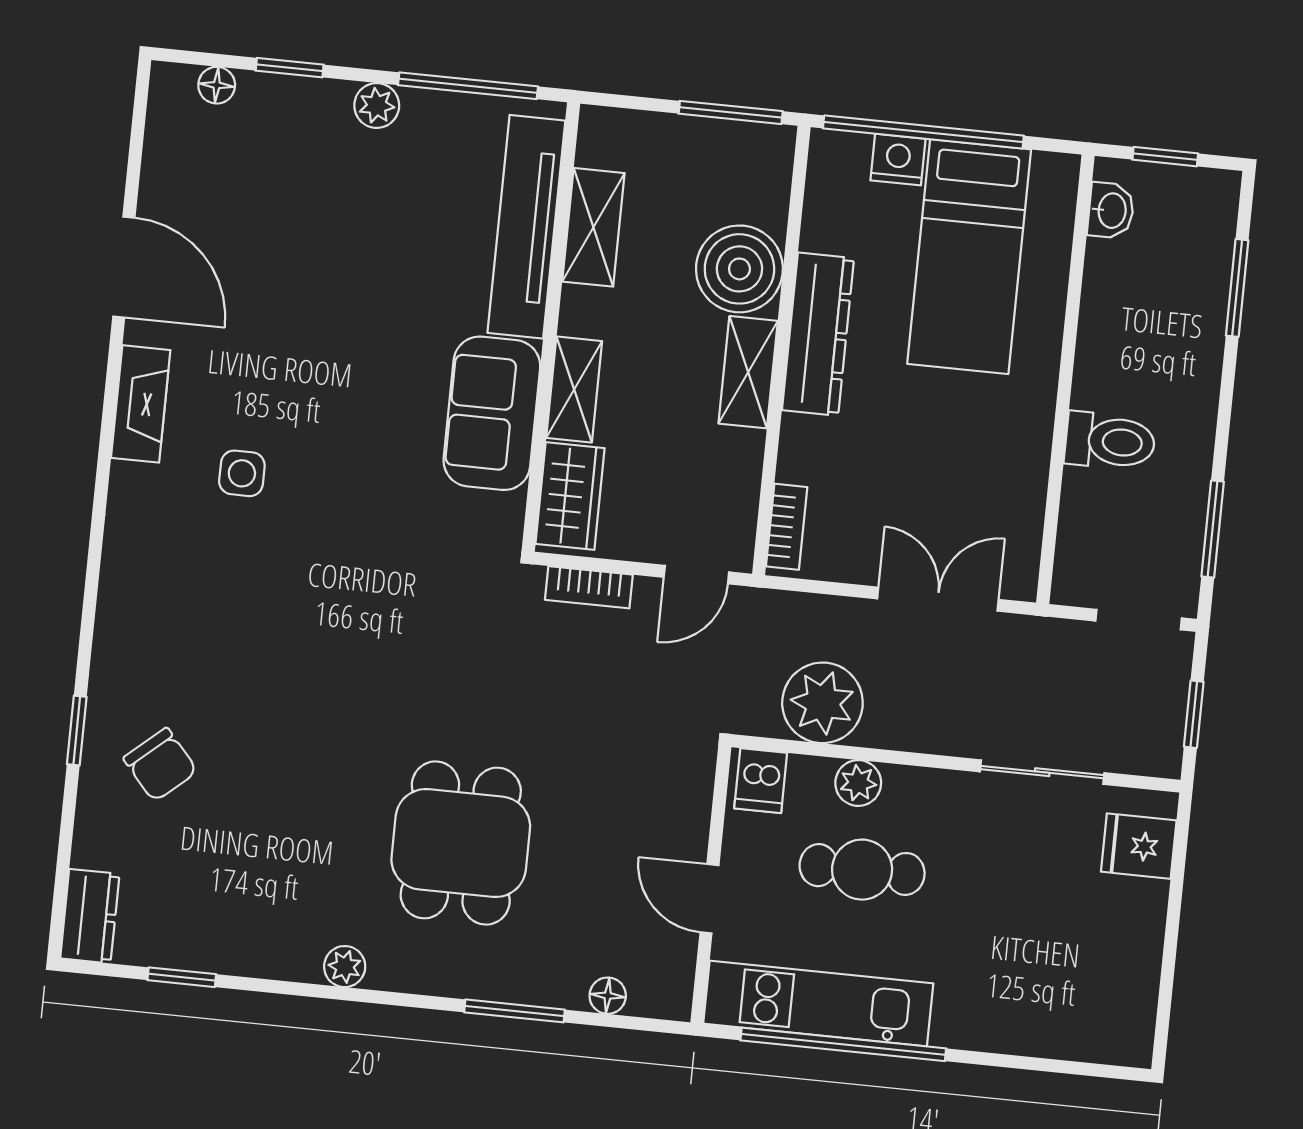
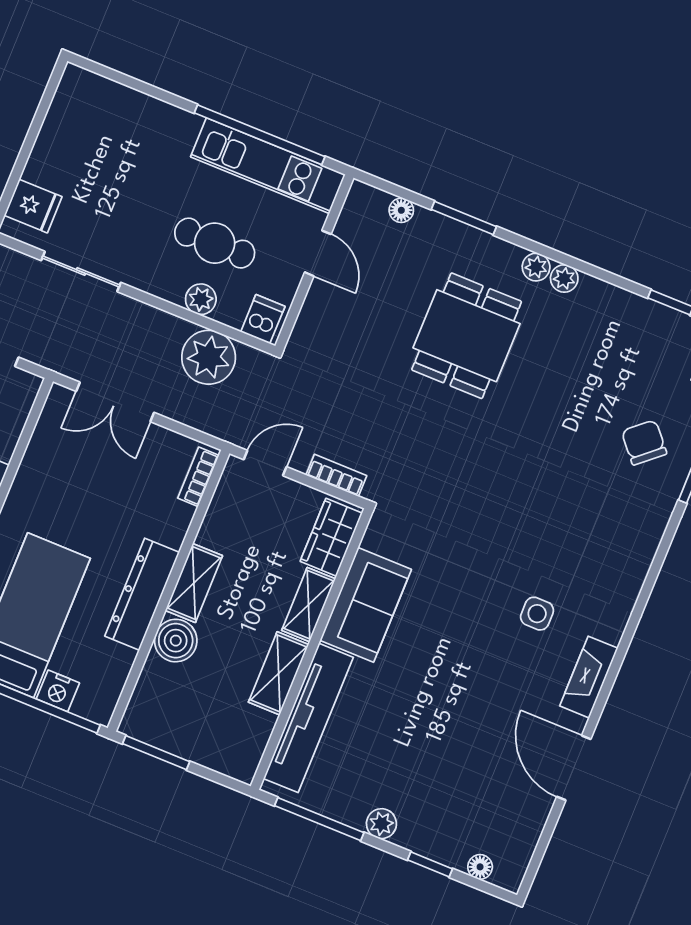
shelving: (593, 227) -> (279, 673), moved
boiler: (739, 269) -> (176, 641), width x0.73, depth x0.73
plant: (390, 971) -> (536, 267), added

